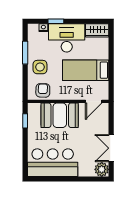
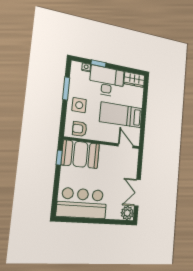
armchair: (43, 90) -> (80, 129), turned -91
door: (94, 101) -> (126, 146), swing flipped
booth: (60, 115) -> (80, 154), moved

